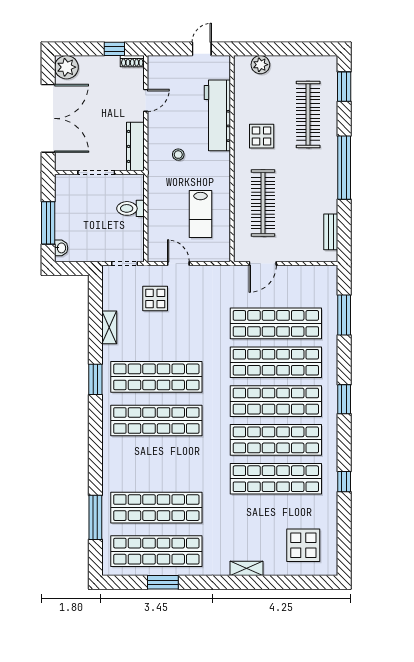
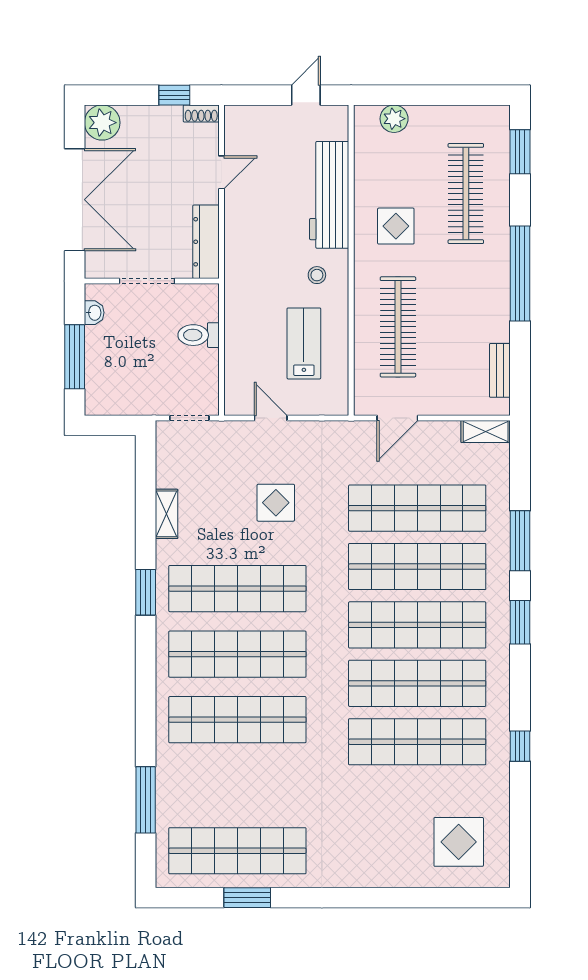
stool: (178, 155) -> (317, 275), moved
lab bench: (200, 214) -> (304, 343), turned 180
washbasin: (61, 248) -> (94, 313), moved
display table: (155, 299) -> (276, 503), moved
window: (344, 315) -> (520, 541), moved
shop shelf: (156, 508) -> (237, 720), moved
shelving: (246, 568) -> (486, 432), moved

